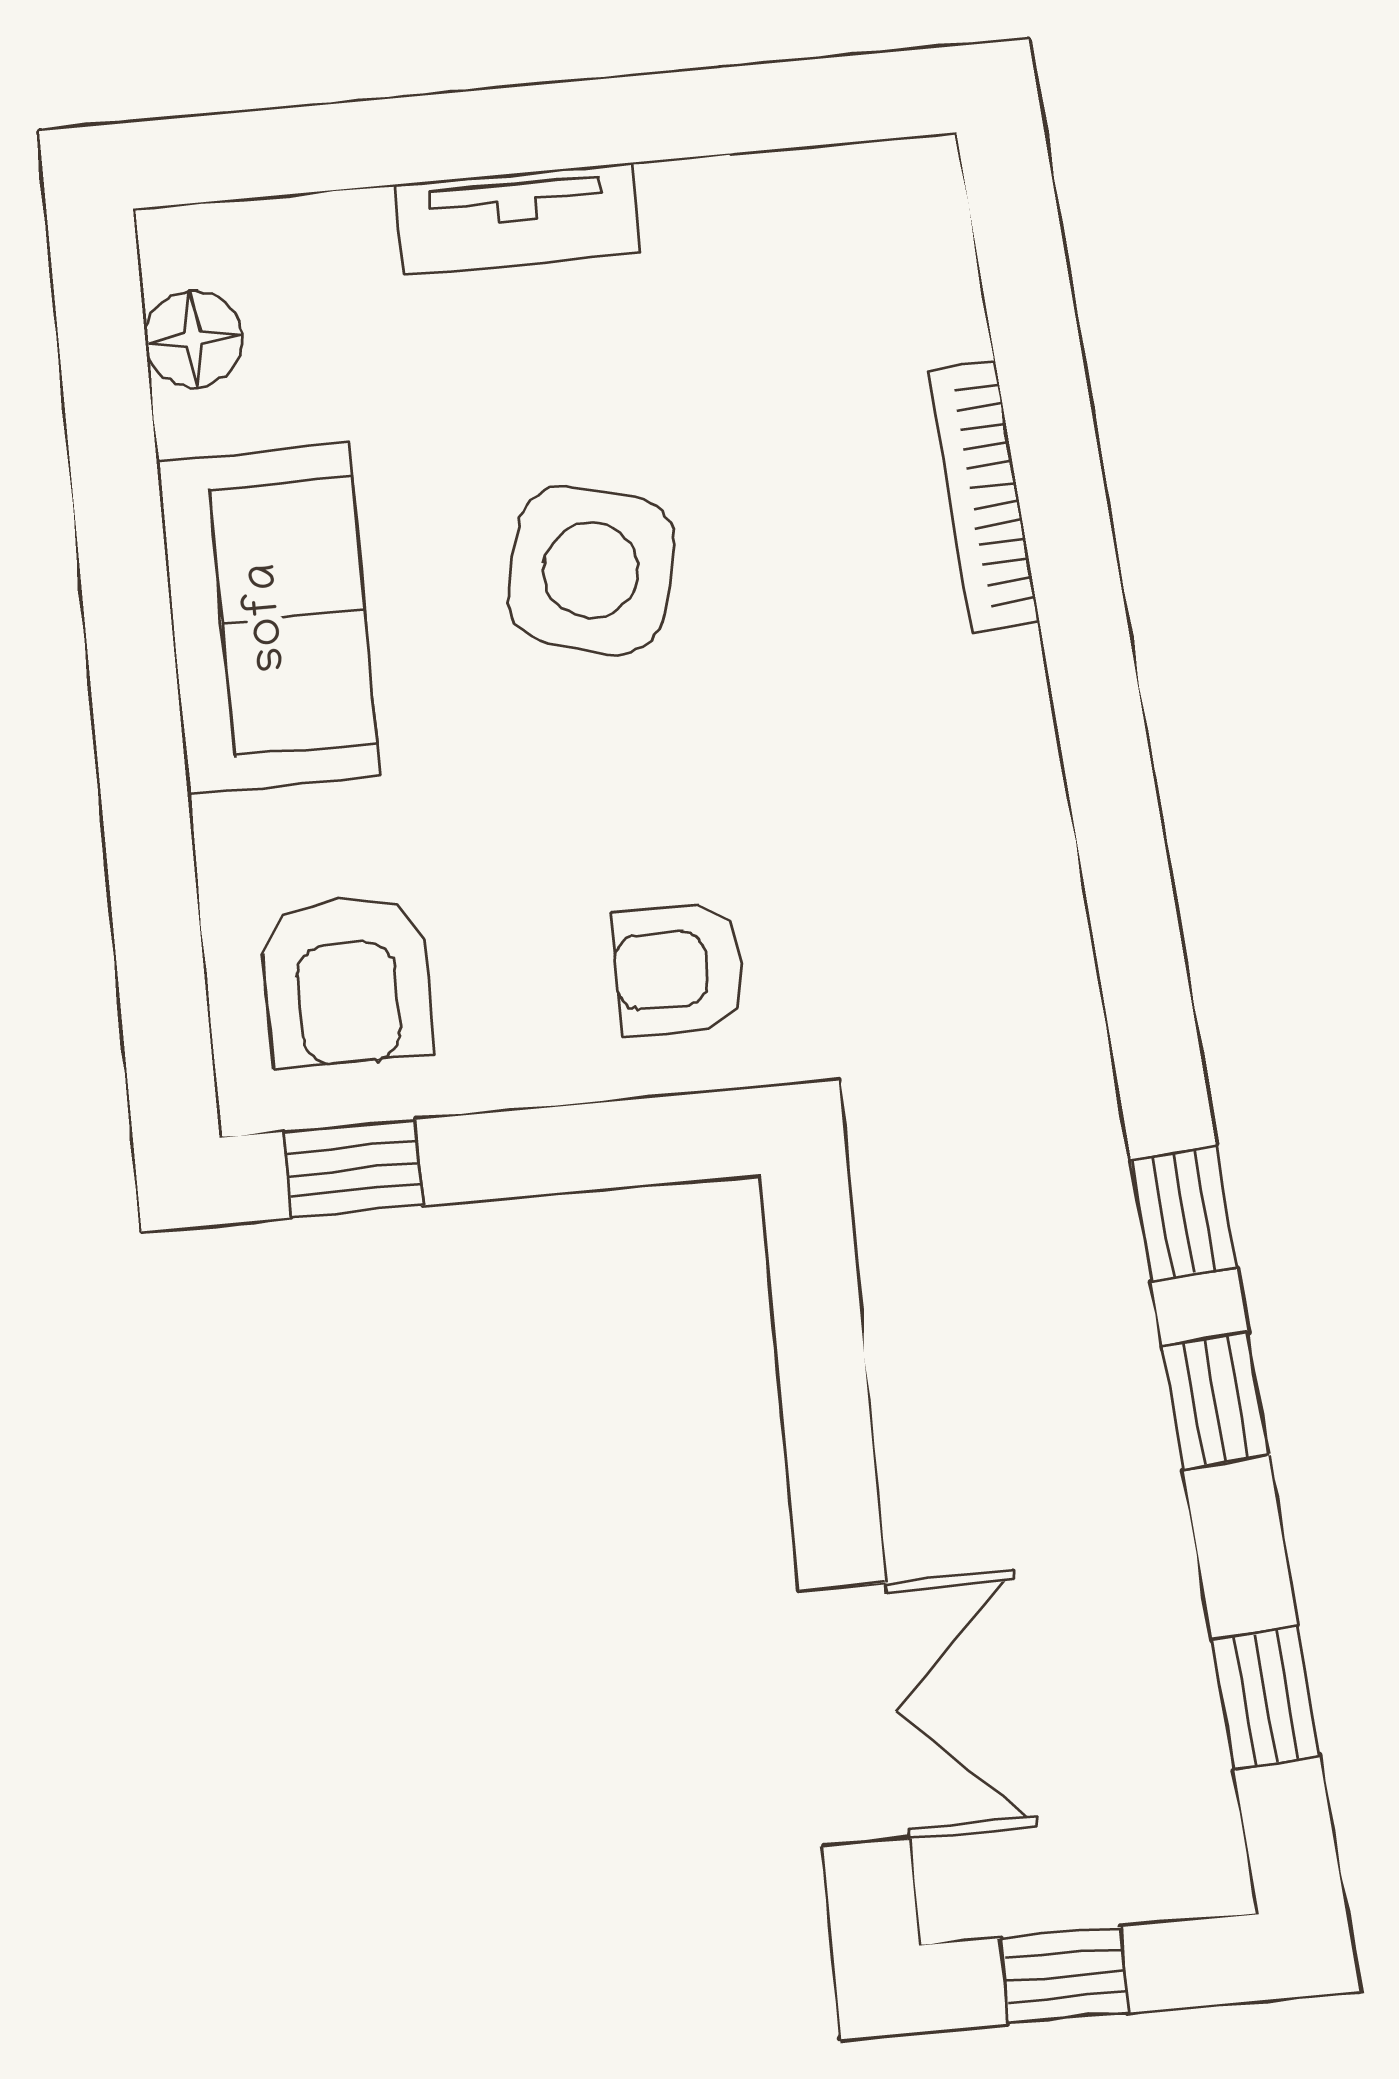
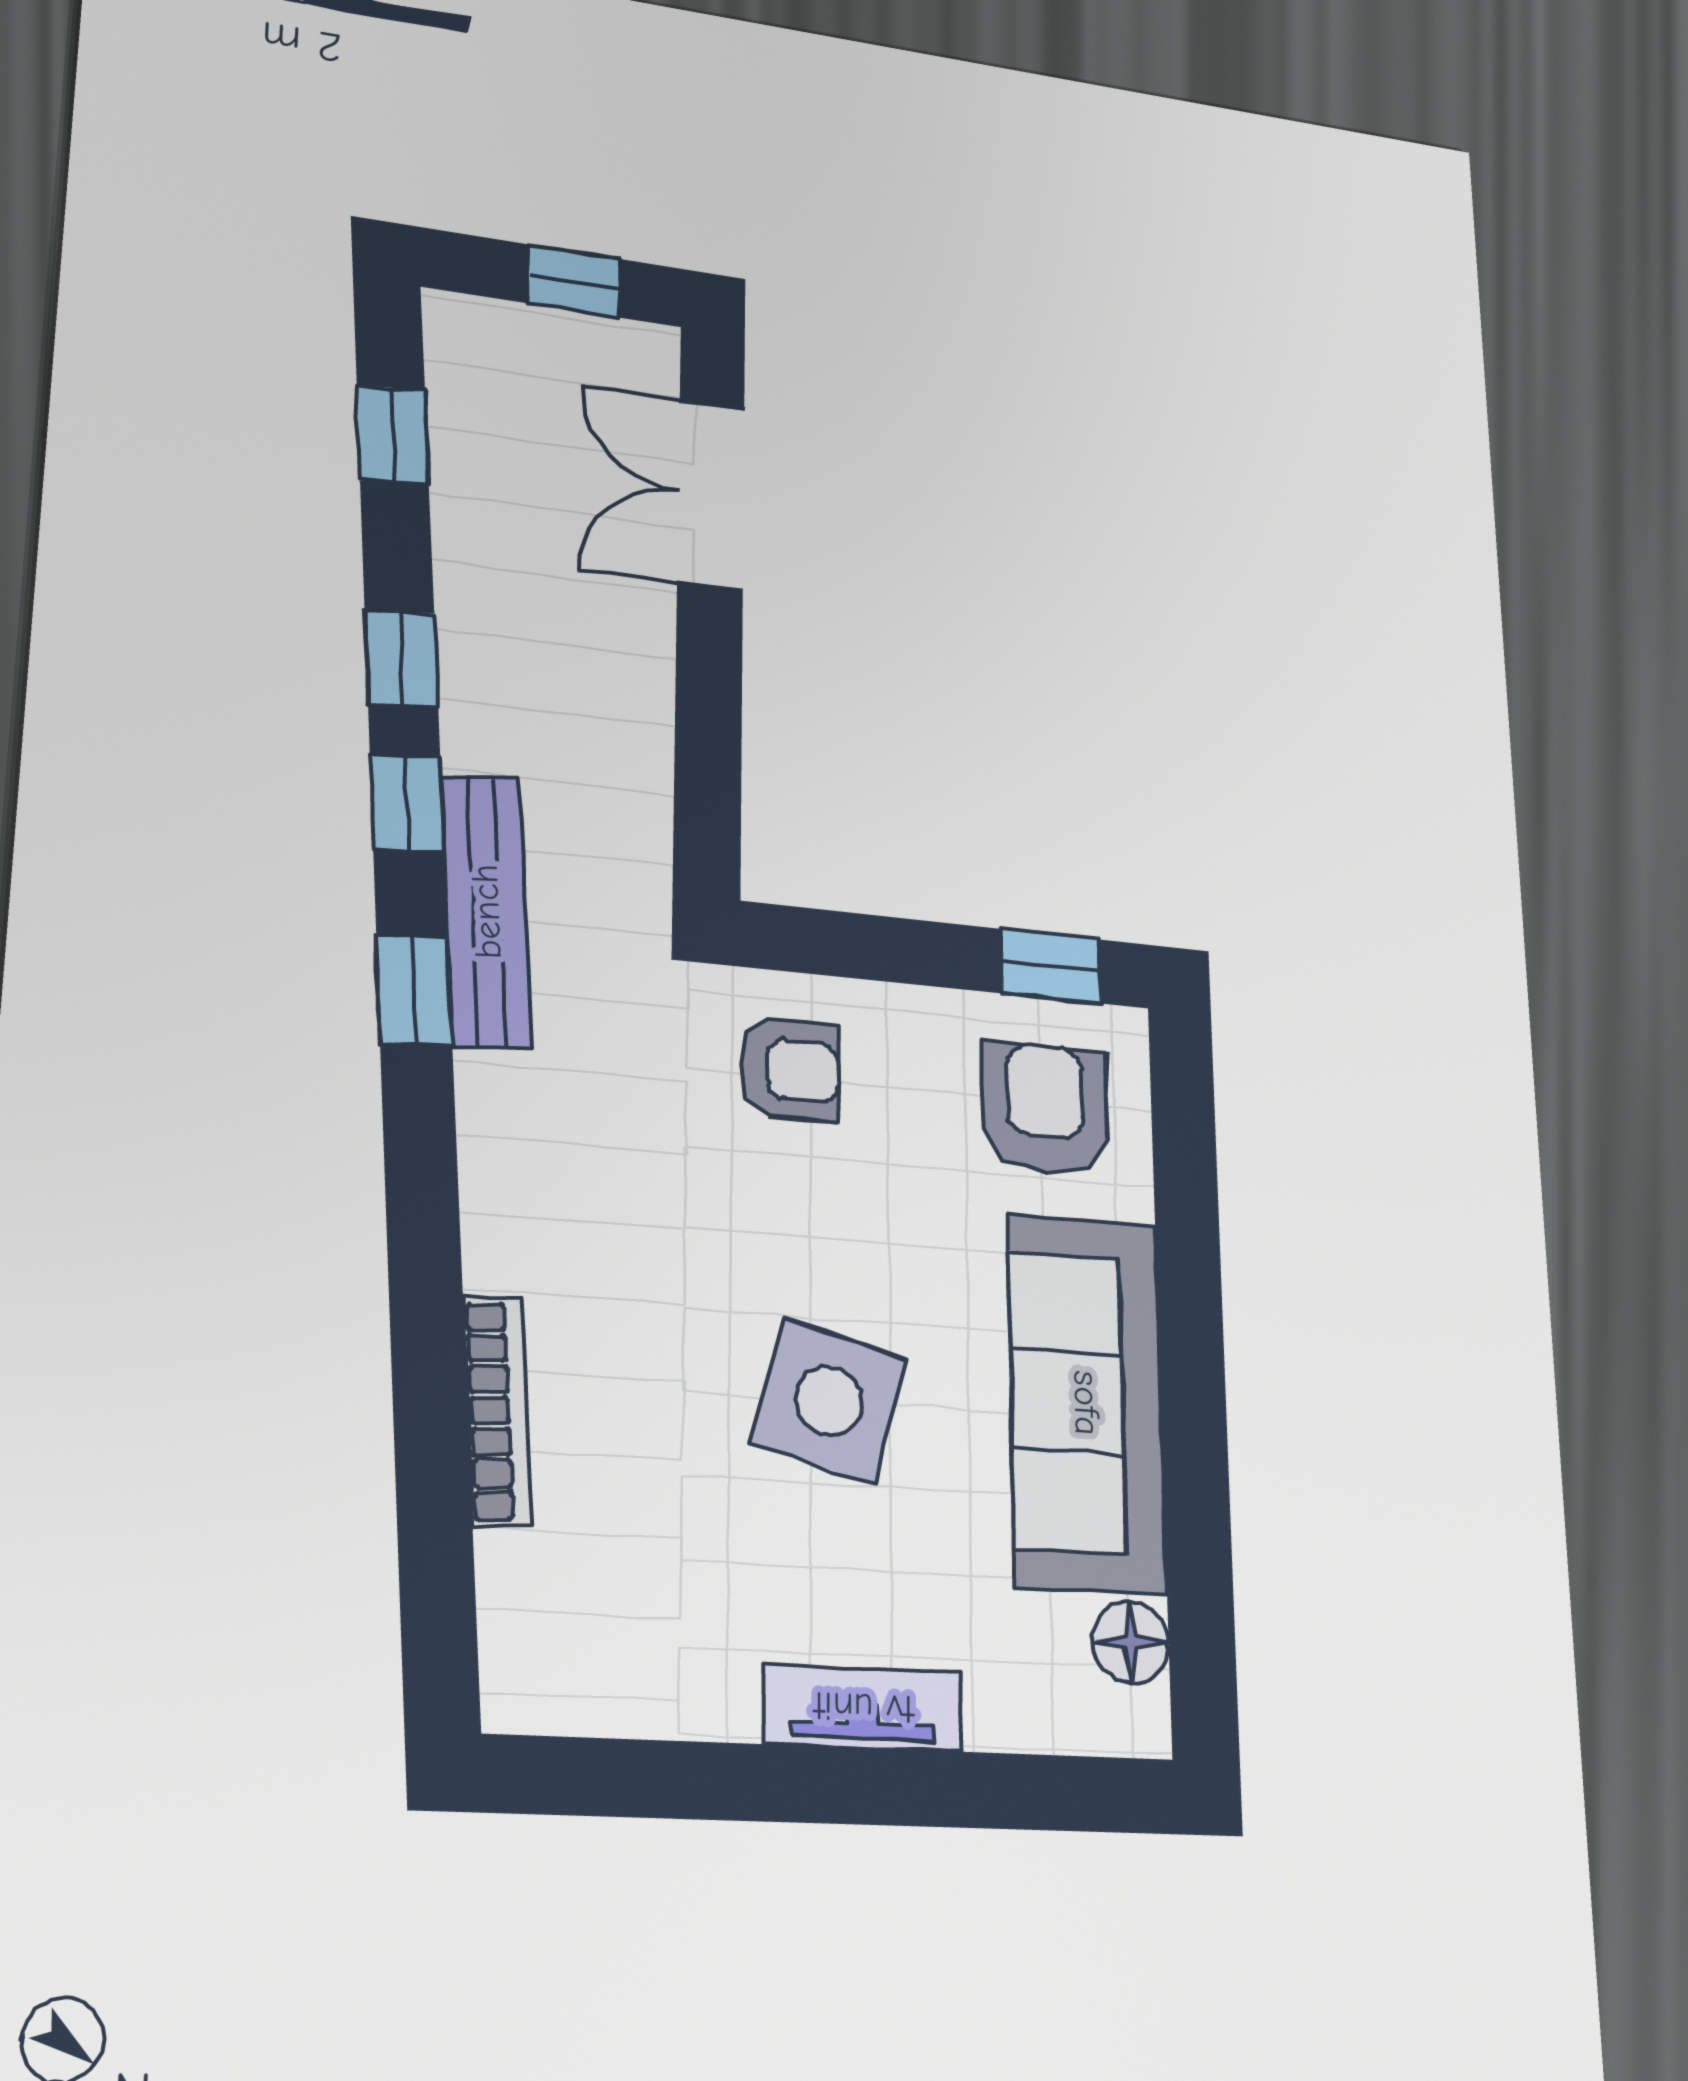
sofa: (268, 618) -> (1087, 1403), width x1.36
window: (1144, 981) -> (414, 989), added
bench: (1071, 1096) -> (486, 911), added

